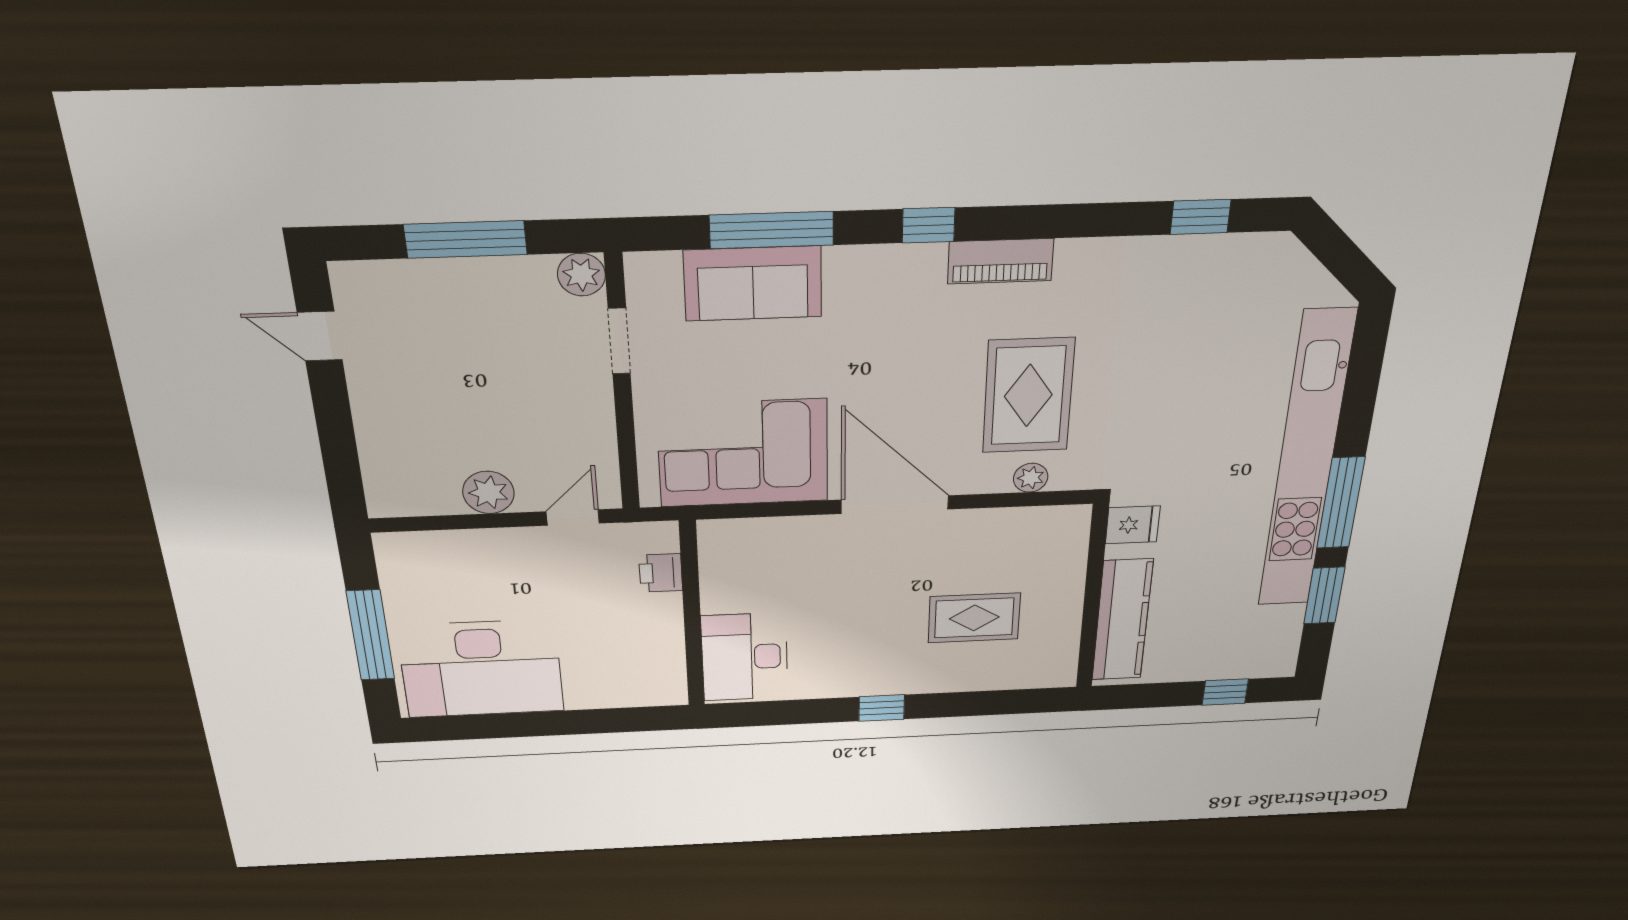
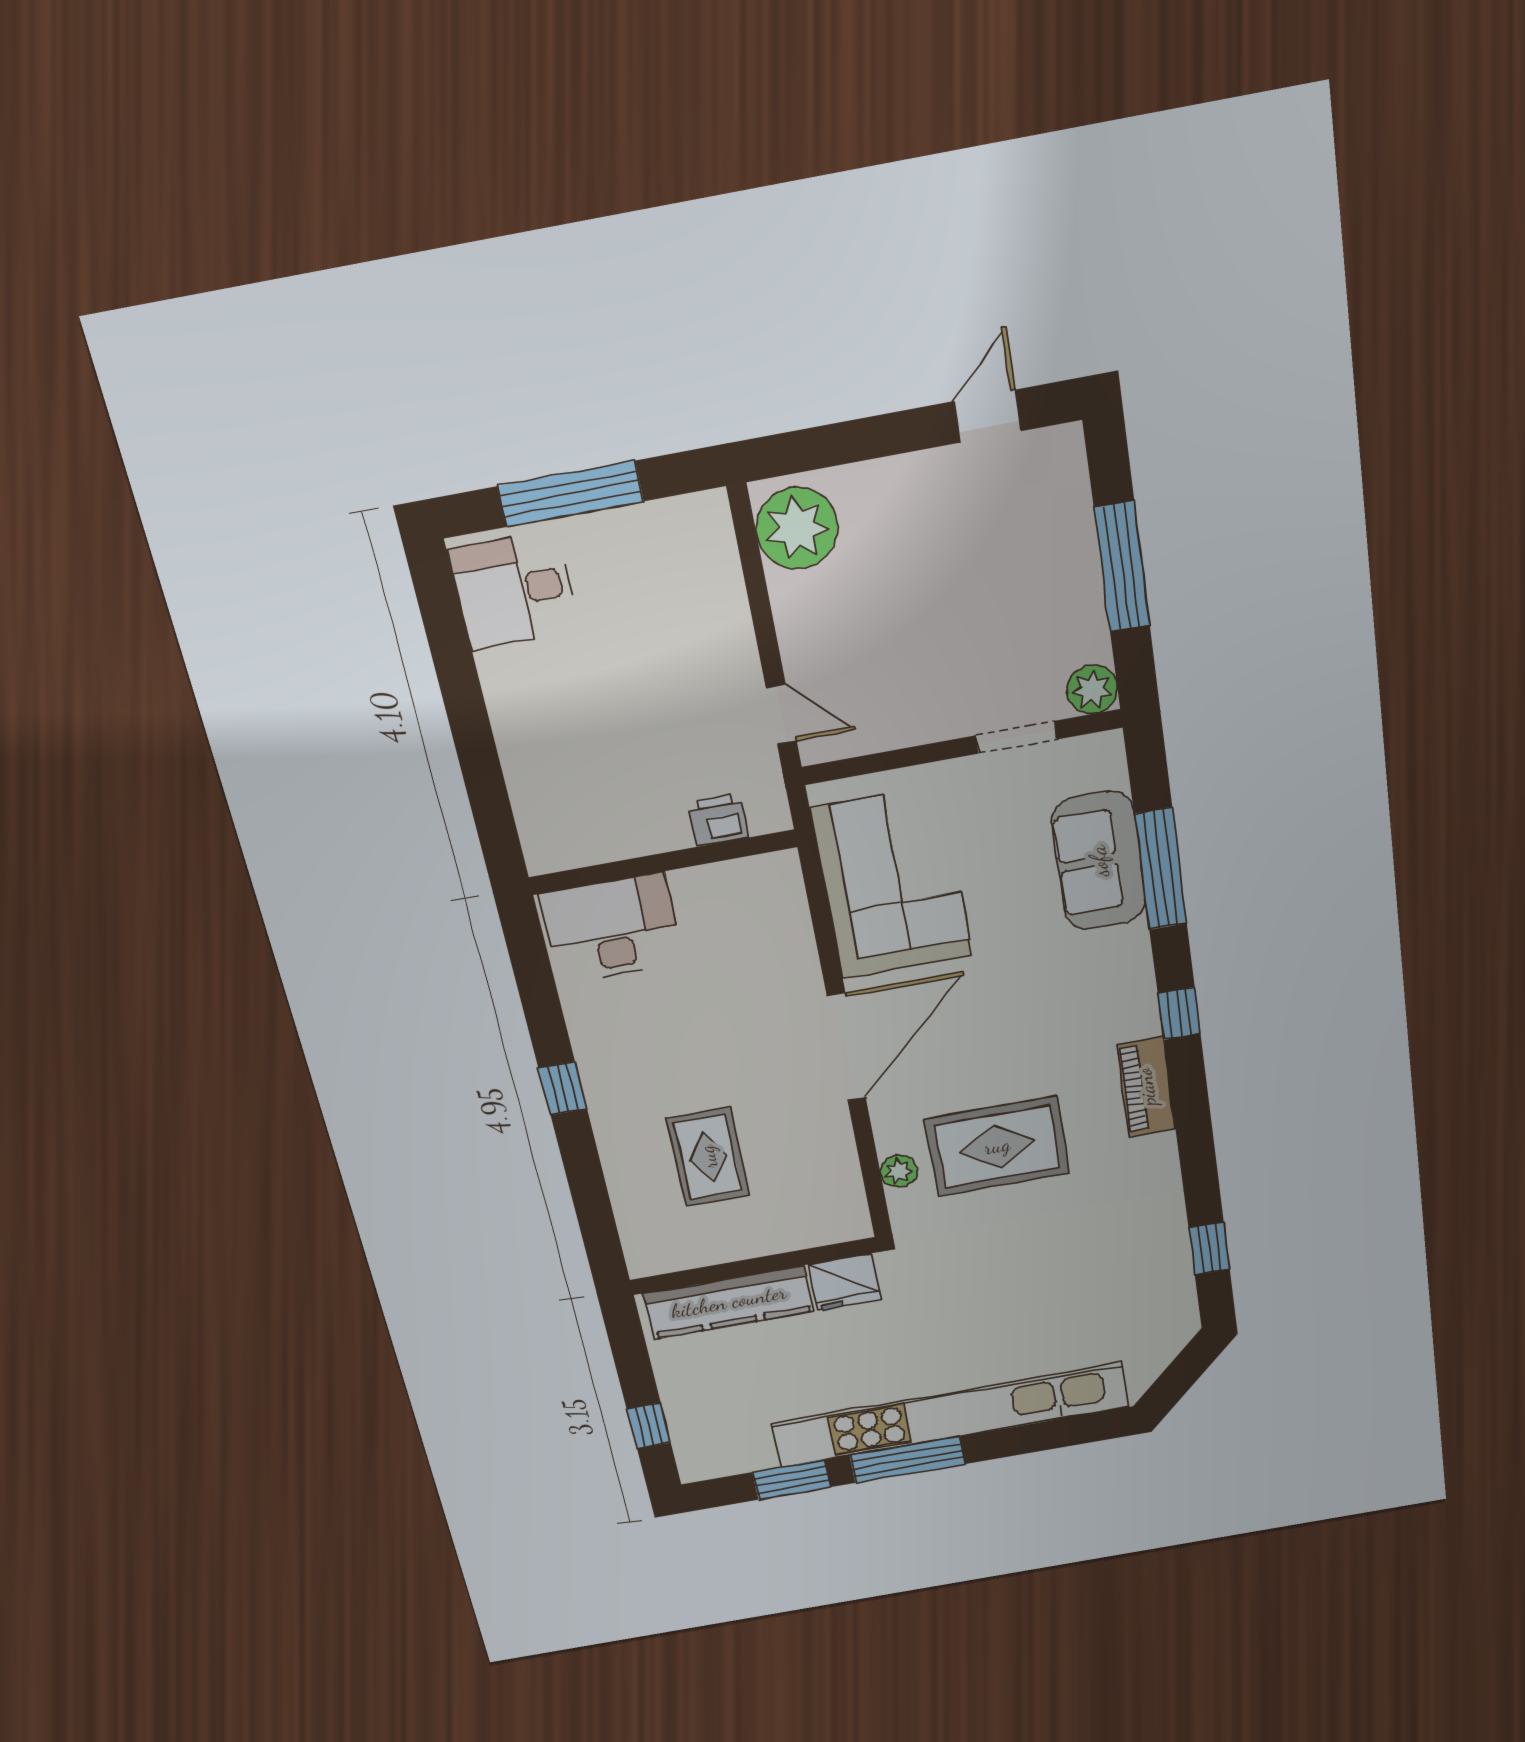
plant: (488, 492) -> (797, 528), moved, width x1.36, depth x1.36
fridge: (1133, 525) -> (845, 1282), width x1.38
desk: (481, 669) -> (514, 590), width x0.53, depth x0.77

